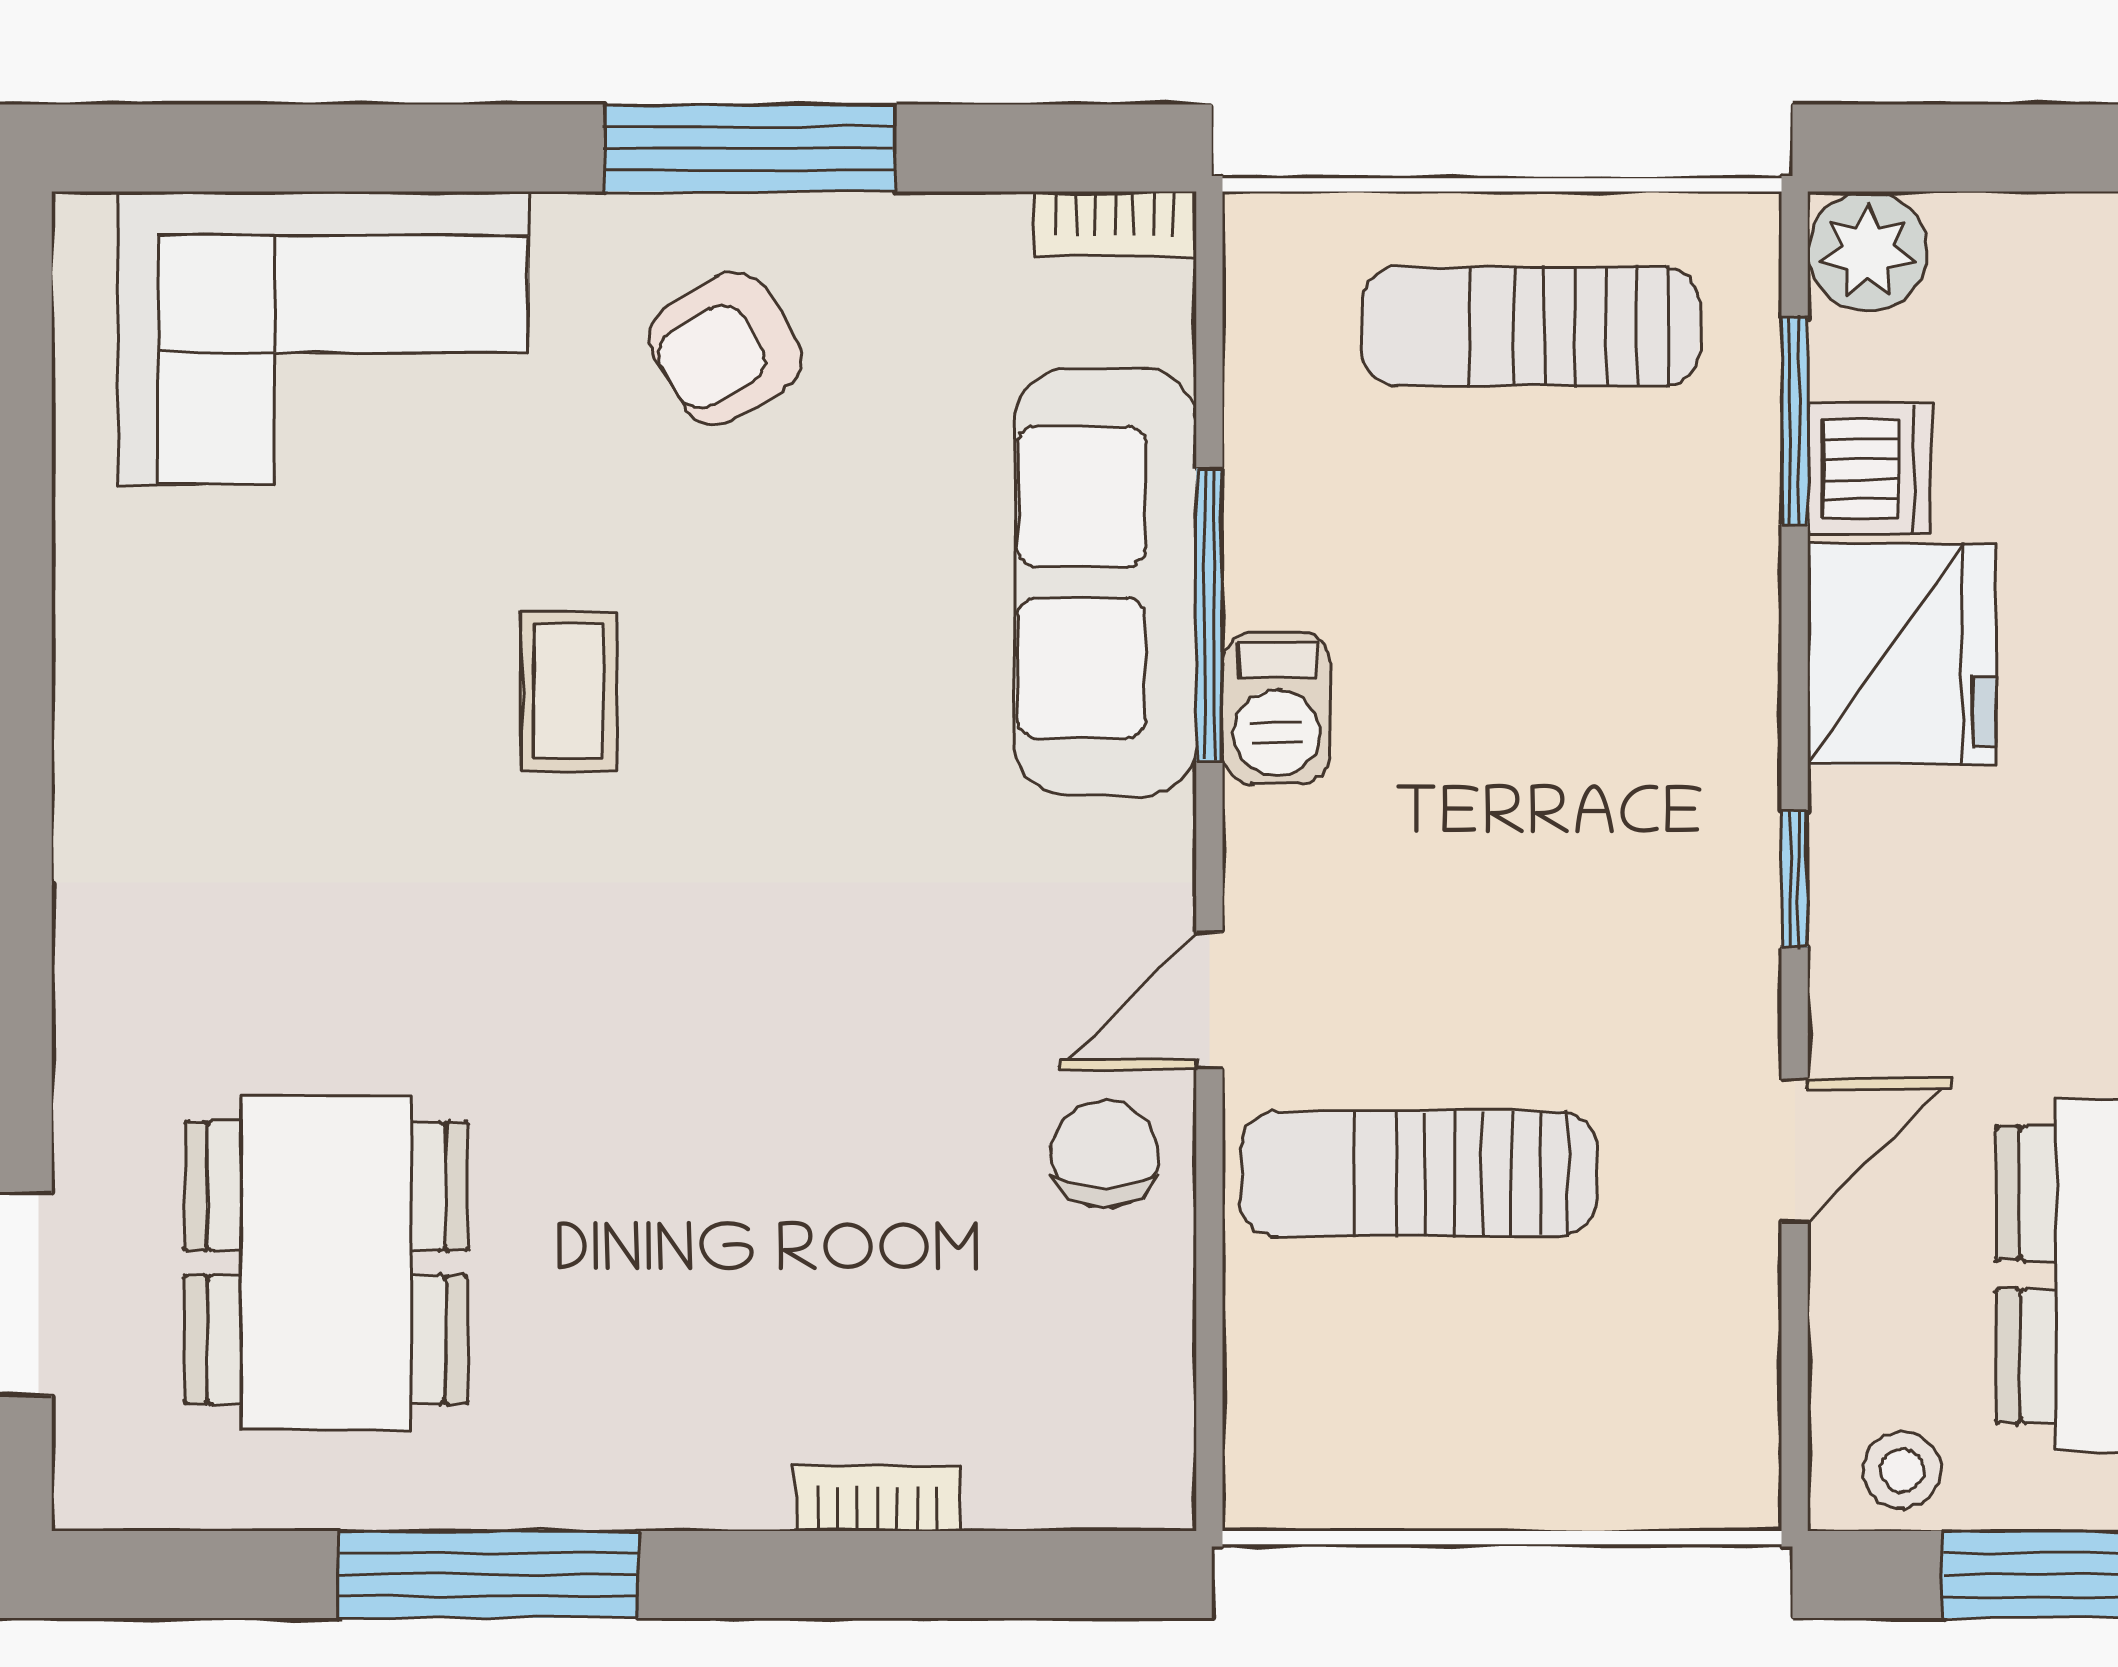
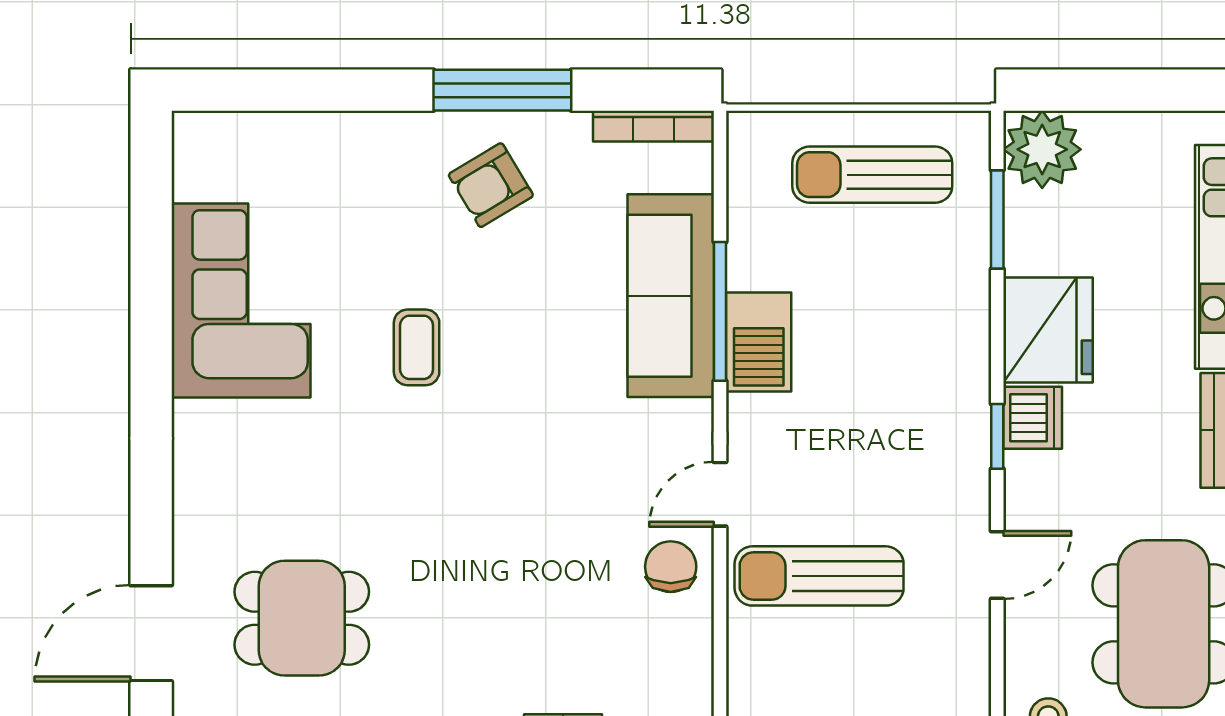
bookcase: (1115, 224) -> (654, 126), width x1.56
plant: (1868, 251) -> (1042, 149), width x1.36, depth x1.36
corner sofa: (323, 338) -> (241, 301), moved, turned -90
dishwasher: (1869, 469) -> (1033, 418), moved
barbecue: (1277, 708) -> (759, 342), width x1.38, depth x1.27
dining table: (326, 1263) -> (302, 618), width x0.73

